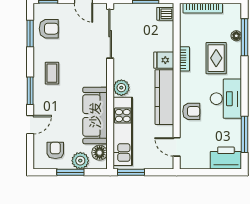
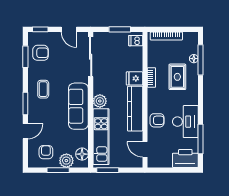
desk: (226, 99) -> (185, 122), moved
sofa: (95, 115) -> (78, 106), moved

